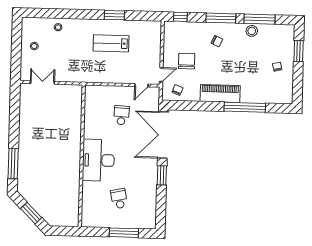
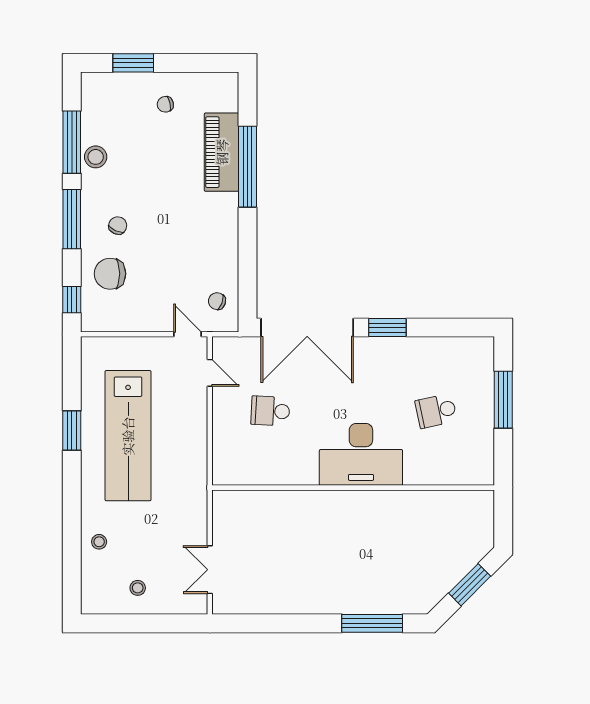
lab bench: (111, 43) -> (128, 436), width x1.86, depth x1.39
chair: (187, 61) -> (110, 274), moved
piano: (220, 93) -> (222, 152), moved

